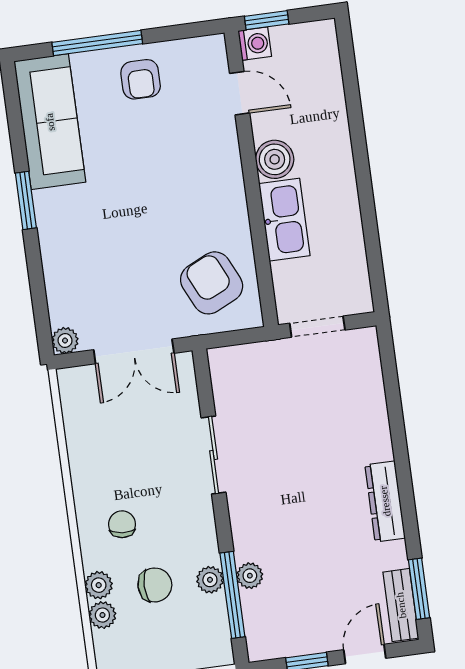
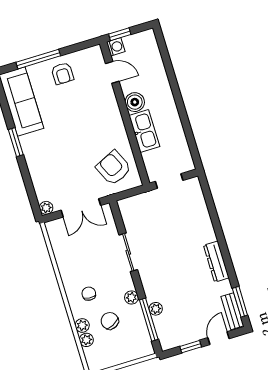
plant: (210, 580) -> (131, 297), moved
chair: (155, 585) -> (110, 321), turned -117

